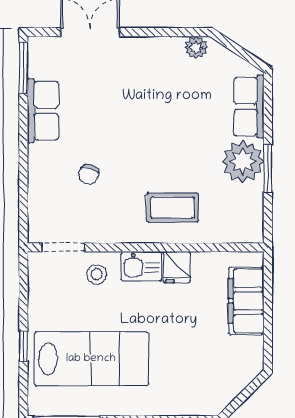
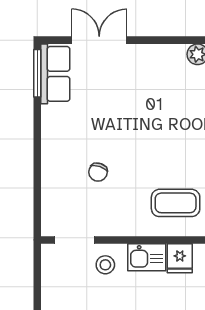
row of seats: (43, 111) -> (55, 74), moved

